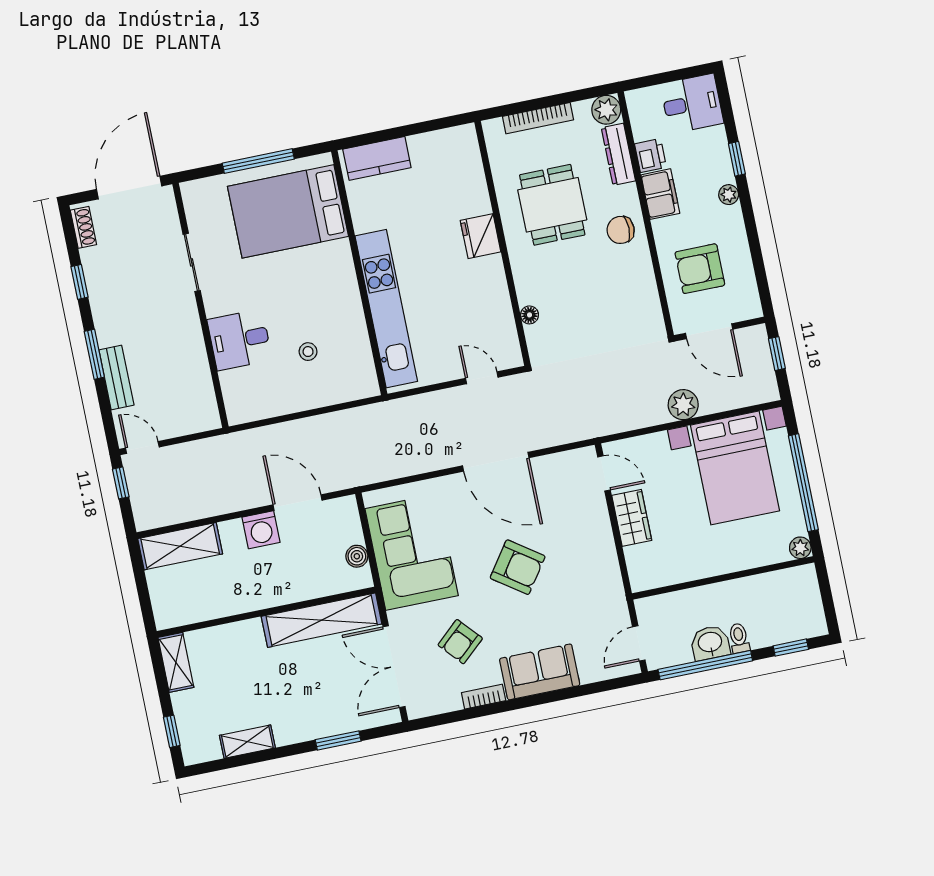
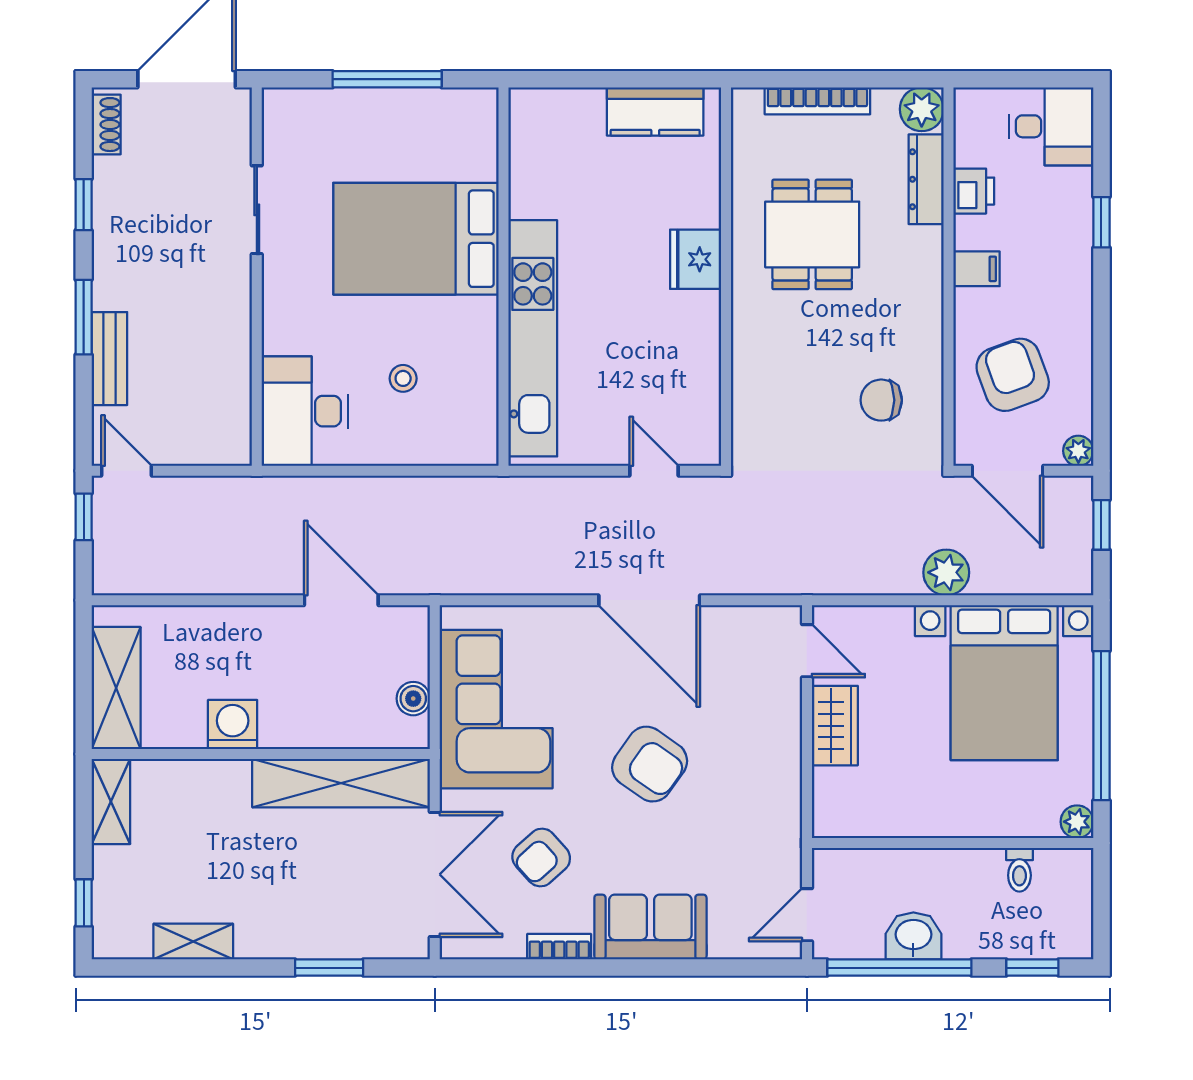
kitchen counter: (377, 158) -> (655, 111), moved
filing cabinet: (660, 194) -> (977, 269), width x0.50
plant: (729, 195) -> (1078, 451), moved
bed: (288, 211) -> (416, 239), moved
chair: (621, 230) -> (881, 400), moved
armchair: (700, 269) -> (1013, 375), turned 70
floor lamp: (530, 315) -> (745, 392), removed
desk: (240, 340) -> (305, 411), moved, width x1.37
washing machine: (261, 530) -> (233, 725), moved, turned 180
shelving: (180, 546) -> (116, 688), moved, turned 90
toilet: (739, 638) -> (1019, 870), moved, turned 180
double door: (394, 667) -> (435, 874), swing flipped

